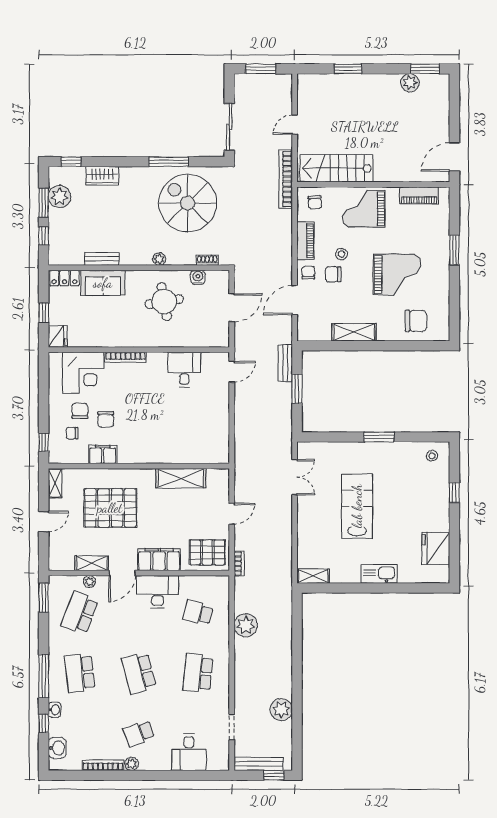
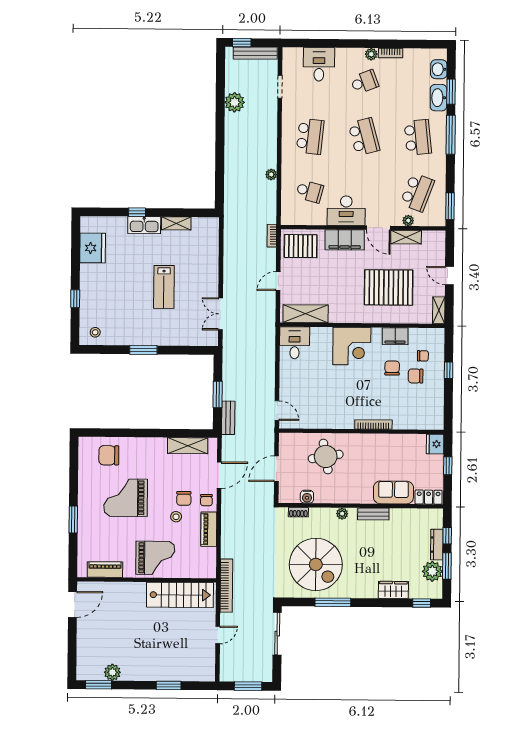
chair: (315, 202) -> (200, 564), removed
dresser: (55, 226) -> (437, 545), added
bench: (102, 259) -> (373, 514), moved
chair: (333, 274) -> (184, 498), turned 90
round table: (164, 302) -> (326, 456), moved
shelving: (354, 332) -> (188, 446), moved
desk: (184, 370) -> (295, 343), moved, turned 180
door: (232, 372) -> (277, 411), swing flipped
corner desk: (83, 373) -> (352, 346), moved, turned 180
chair: (80, 411) -> (416, 376), turned 90
window: (44, 442) -> (449, 370), moved
shelving: (181, 478) -> (306, 314), moved
lab bench: (357, 506) -> (164, 287), width x0.73, depth x0.72
door: (44, 521) -> (449, 276), hinge flipped
door: (122, 573) -> (378, 228), swing flipped
shelving: (313, 576) -> (176, 223), moved
window: (387, 588) -> (137, 212), added
plant: (246, 625) -> (271, 174), width x0.53, depth x0.53
washbasin: (55, 710) -> (438, 98), width x1.91, depth x1.45
window: (44, 723) -> (451, 92), width x1.50
bookcase: (103, 765) -> (391, 53), width x0.64

